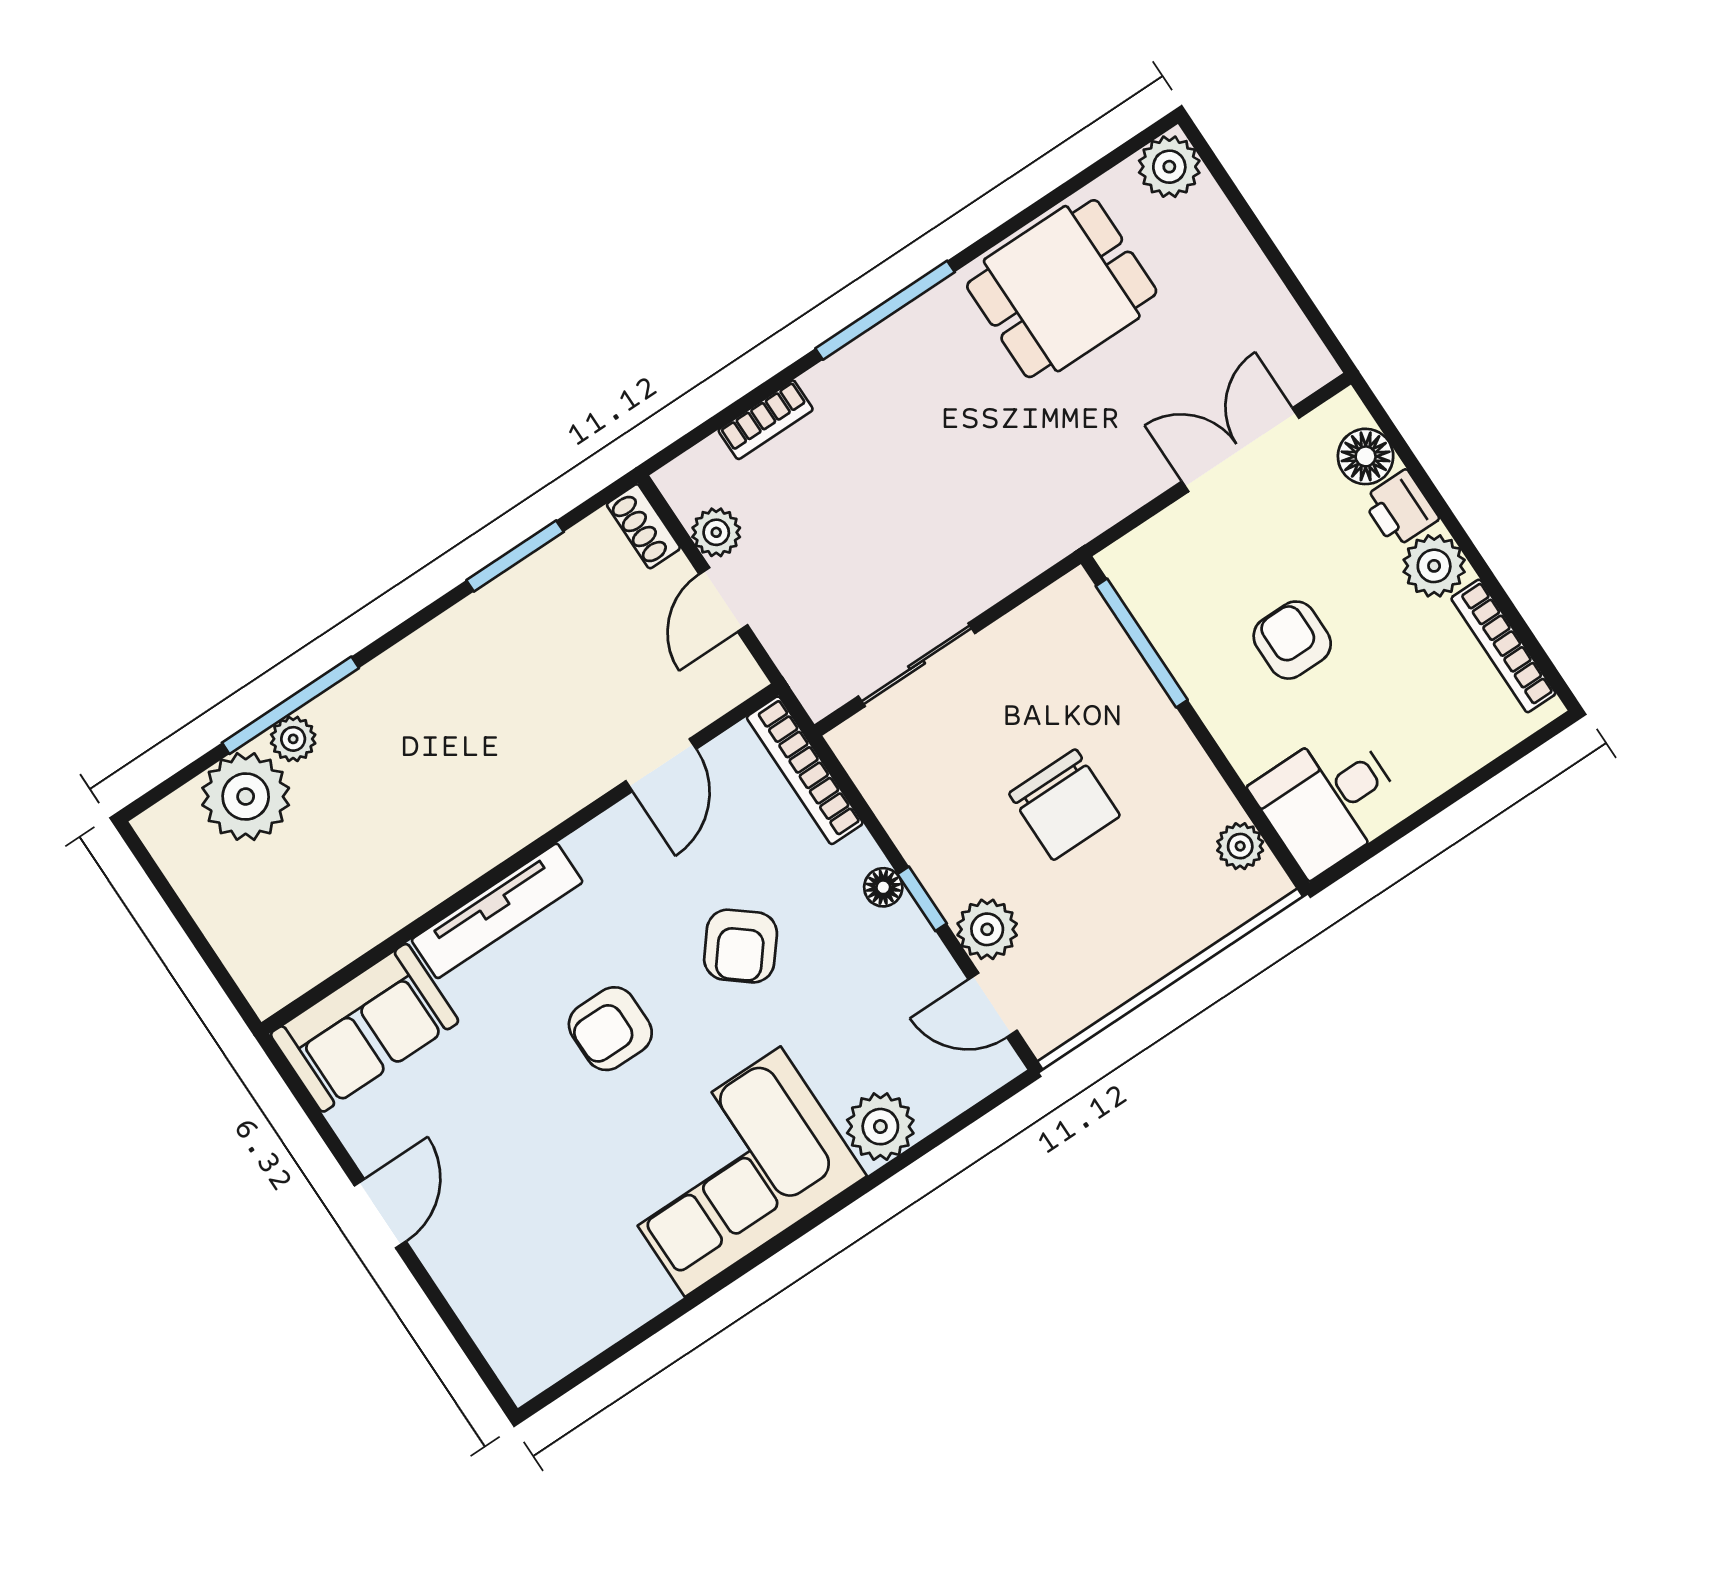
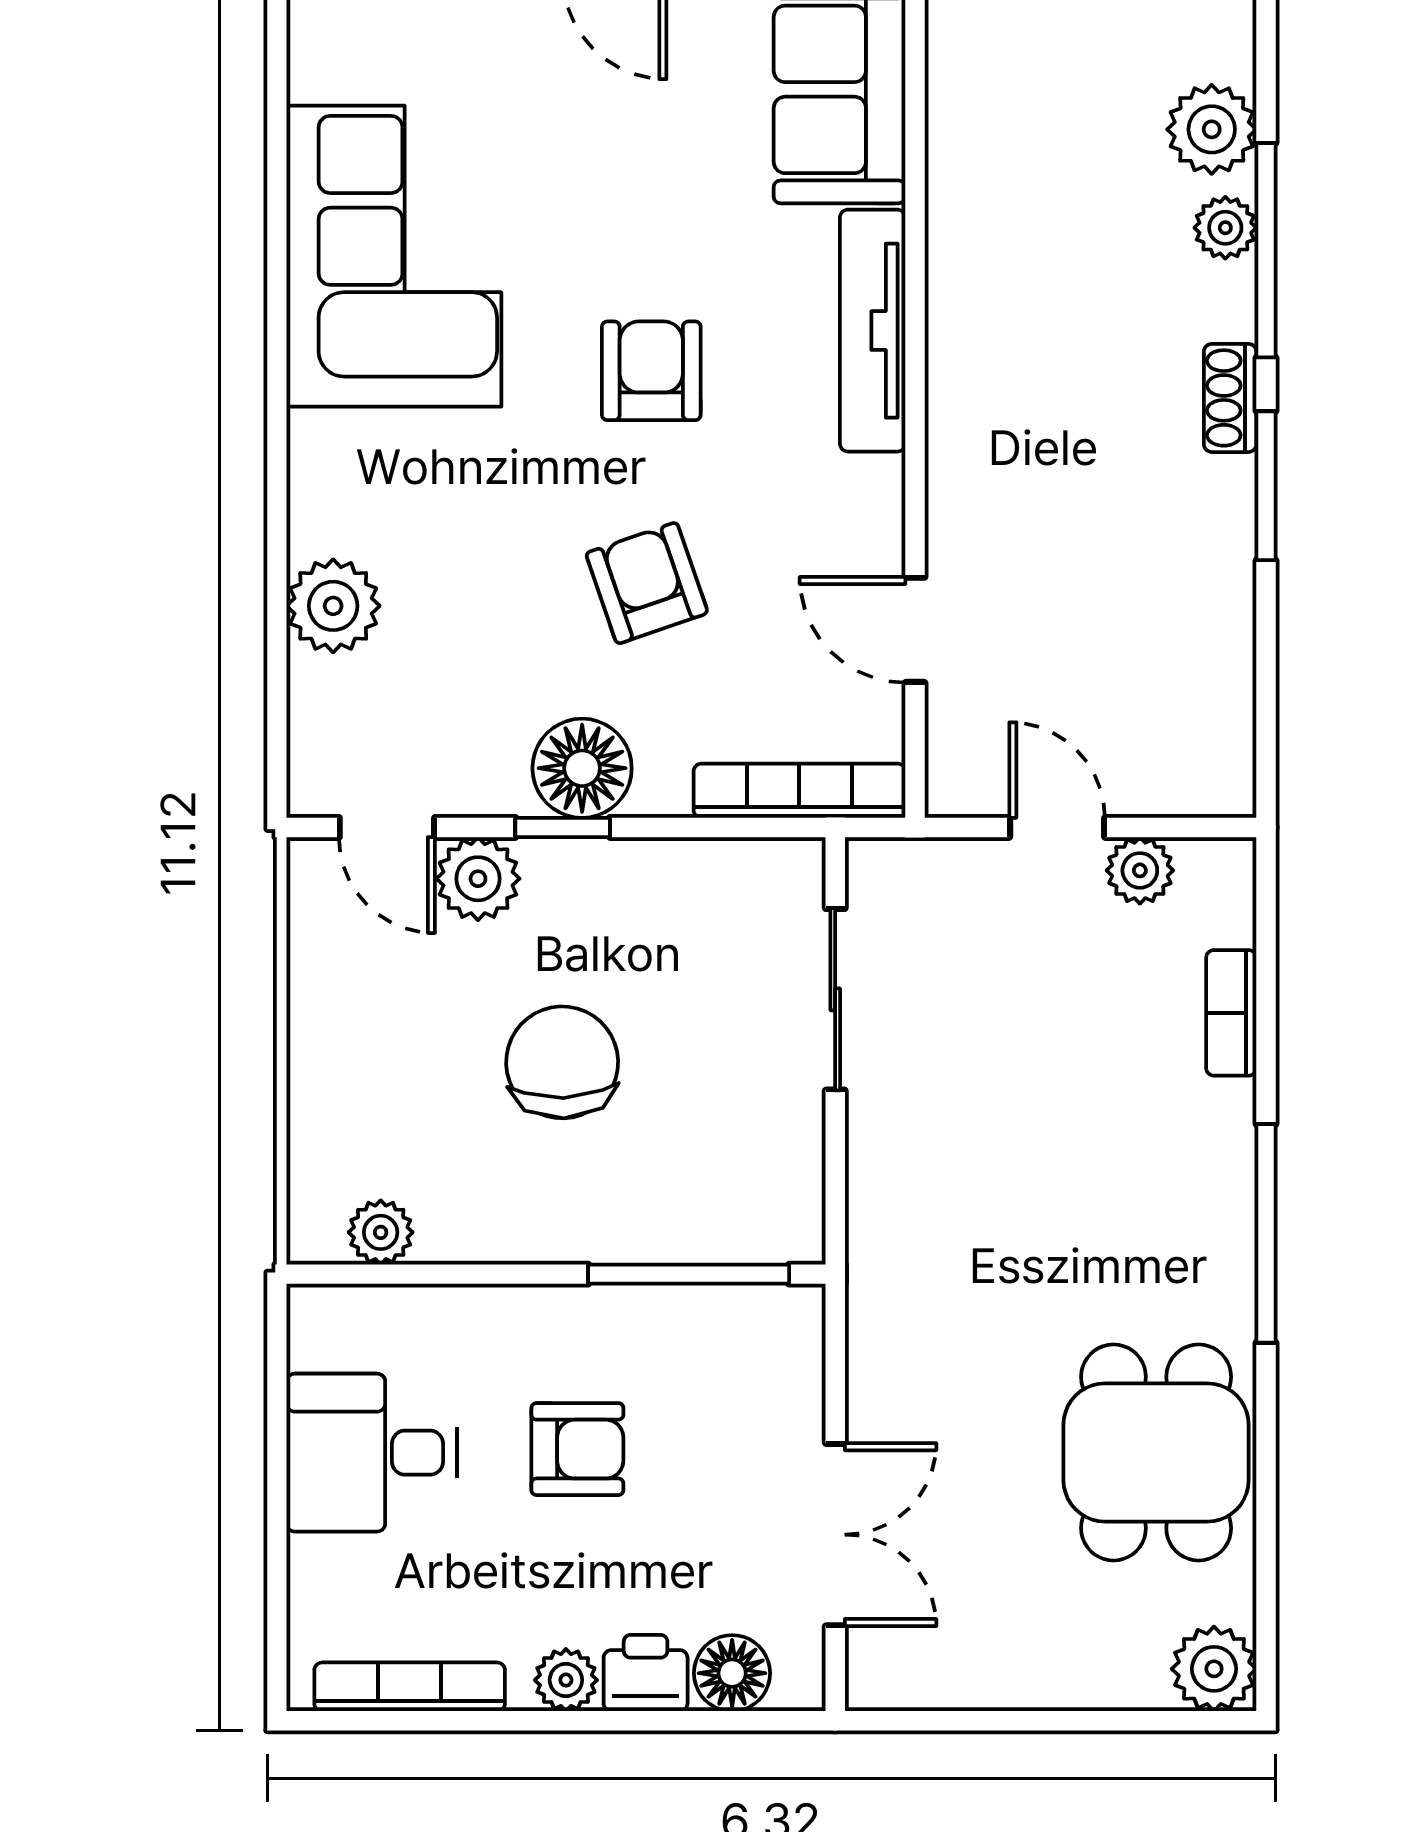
shoe rack: (643, 526) -> (1230, 398), moved, turned -90
window: (515, 556) -> (1266, 486), moved
plant: (1434, 566) -> (566, 1680), width x0.73, depth x0.73
plant: (246, 797) -> (1212, 129), width x0.73, depth x0.73
desk: (1329, 800) -> (372, 1453), moved, turned -90
chair: (1064, 805) -> (562, 1062), turned 88
floor lamp: (883, 887) -> (582, 768), width x1.89, depth x1.89
armchair: (741, 946) -> (647, 583), turned 32
door: (993, 1005) -> (387, 827), swing flipped
corner sofa: (733, 1172) -> (394, 256), moved

